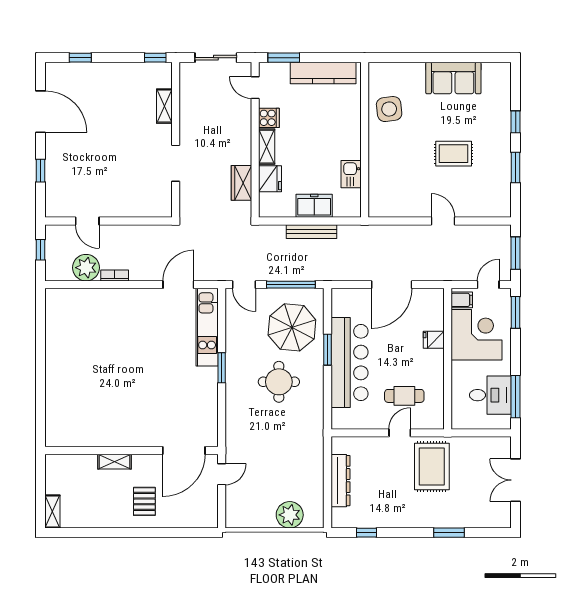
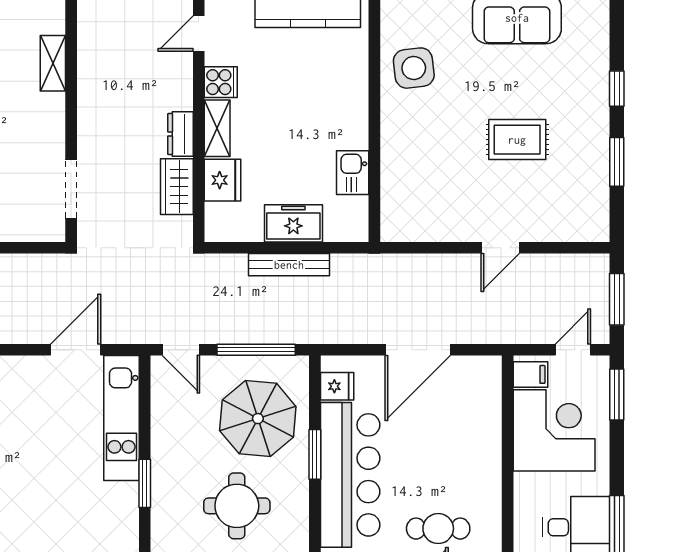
door: (255, 88) -> (199, 34), hinge flipped
dresser: (244, 150) -> (180, 134), added
doorway: (176, 163) -> (71, 189), moved
door: (443, 221) -> (500, 248), swing flipped
fridge: (434, 340) -> (337, 386), moved, turned 180

